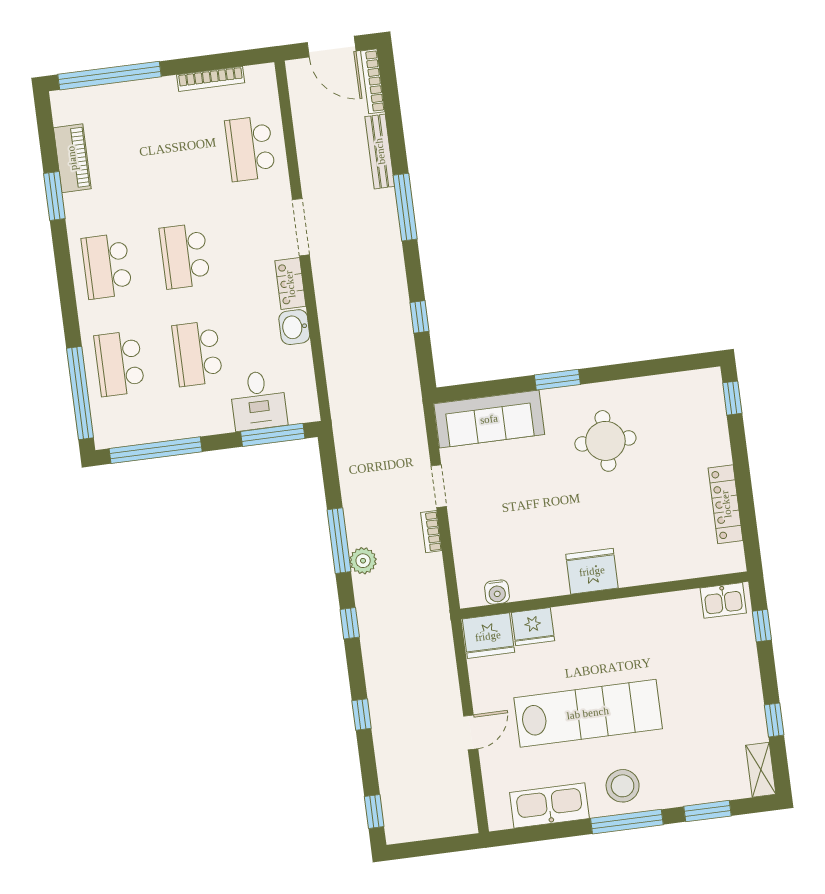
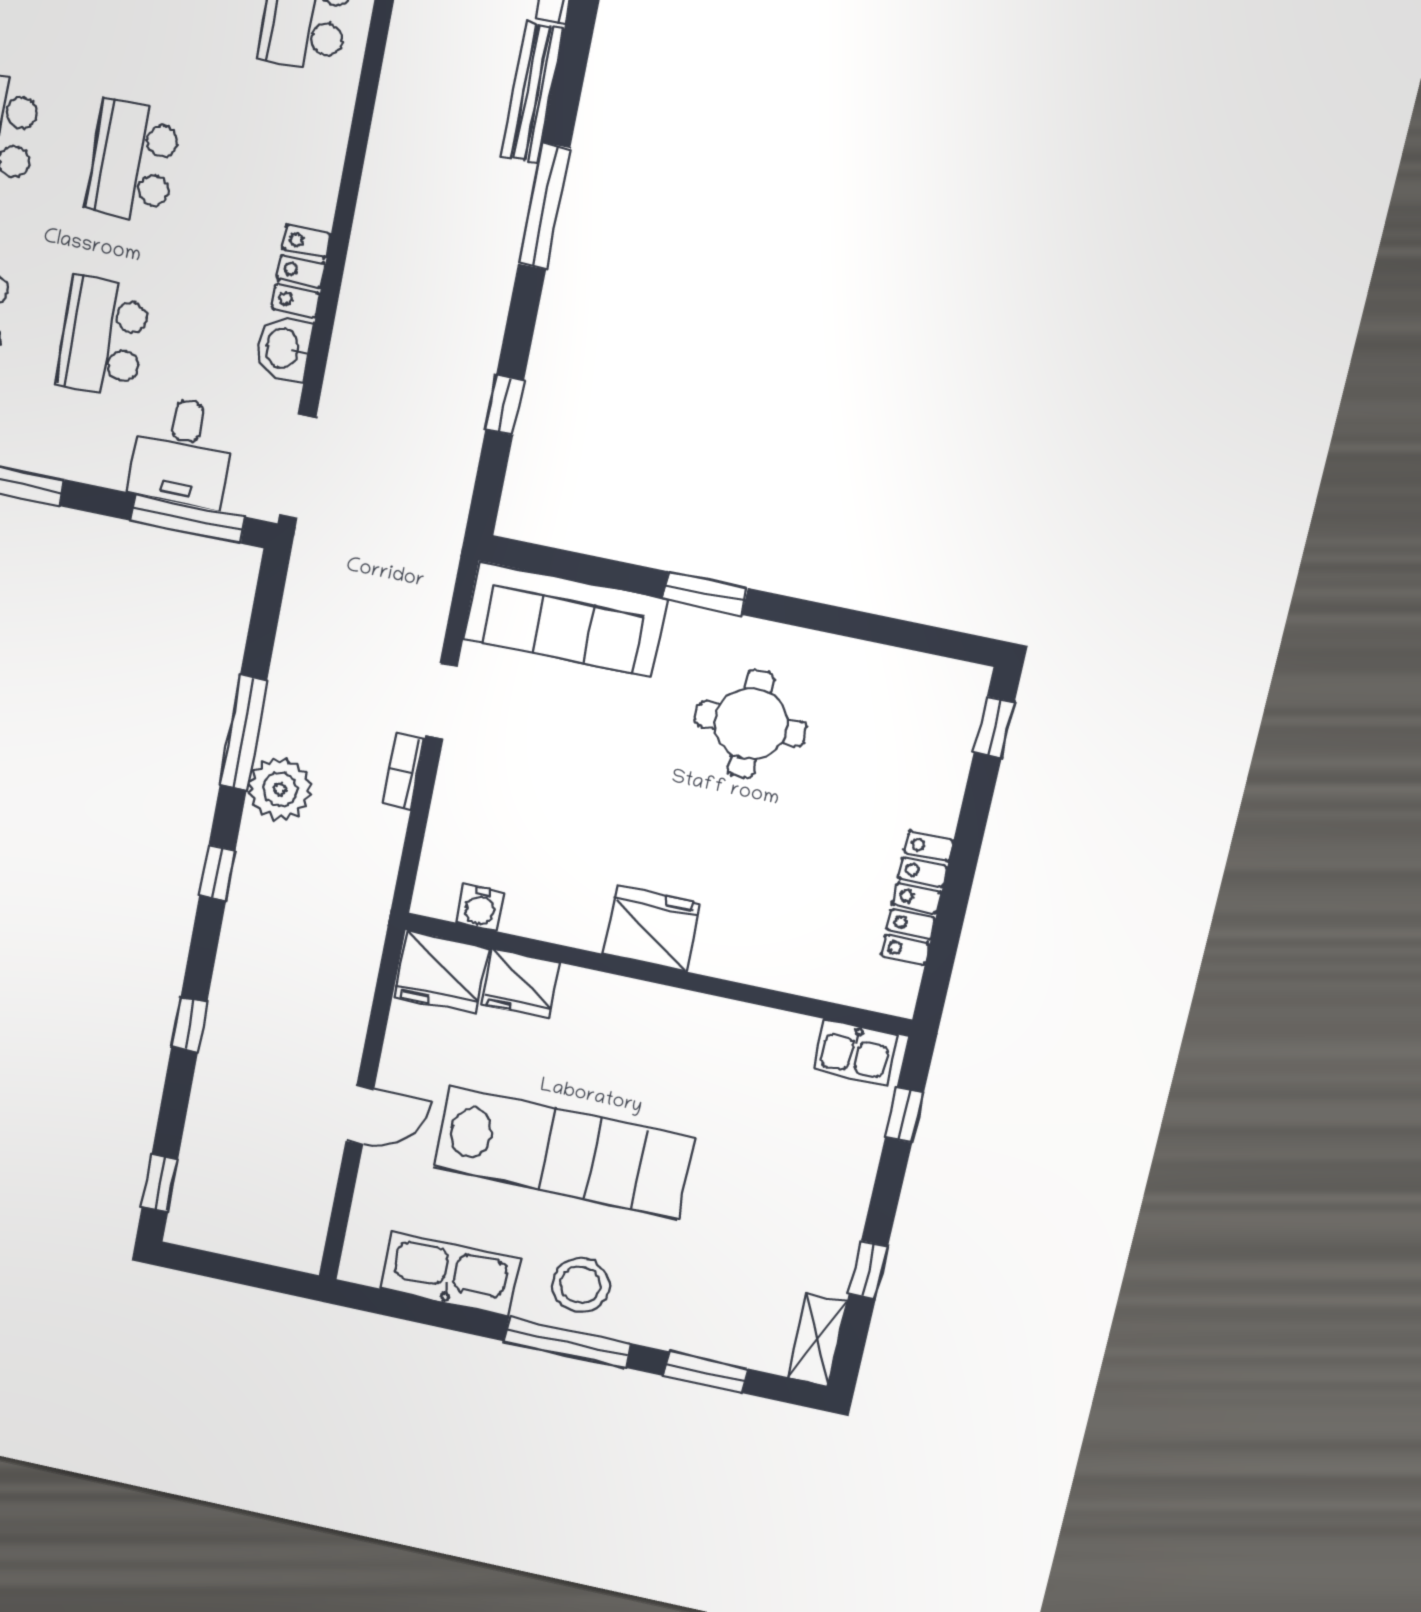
doorway: (301, 227) -> (298, 466), moved
plant: (363, 561) -> (280, 789), width x1.36, depth x1.36

